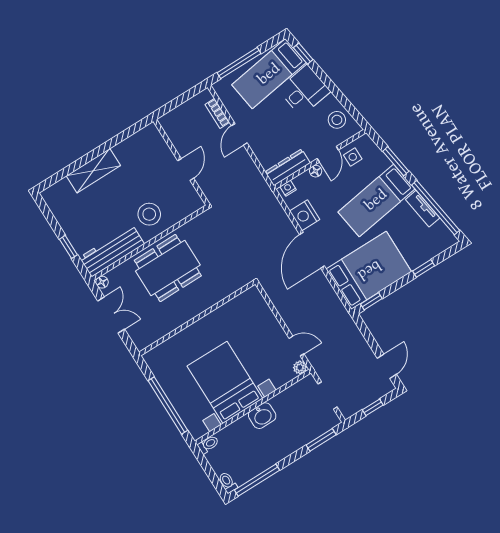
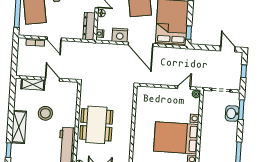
shelving: (161, 149) -> (33, 84), added
window: (54, 179) -> (9, 150), added
stool: (149, 214) -> (45, 113), moved
washbasin: (262, 416) -> (232, 113), moved, turned 180

